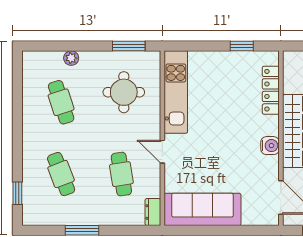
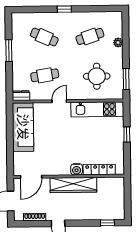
window: (242, 46) -> (127, 135), moved
water cooler: (270, 146) -> (77, 169), moved
cafe table: (61, 174) -> (44, 37), turned 45
window: (17, 193) -> (64, 9), moved

